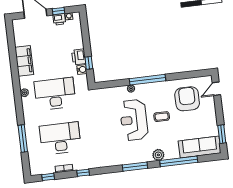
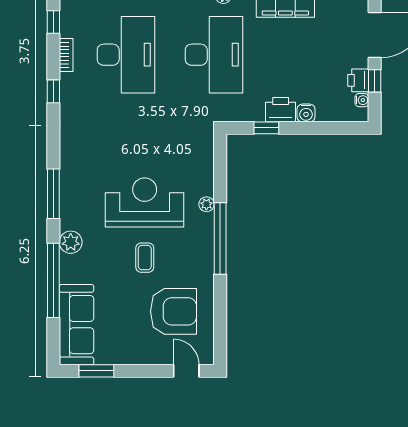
water cooler: (82, 70) -> (306, 113), moved

